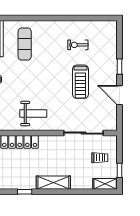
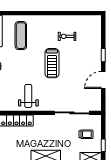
treadmill: (80, 82) -> (52, 63), moved
door: (120, 95) -> (103, 80), hinge flipped
weight bench: (33, 114) -> (28, 96), turned -90

